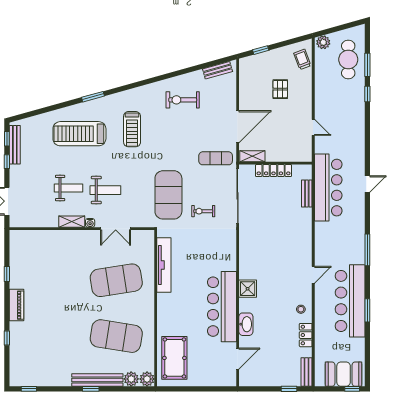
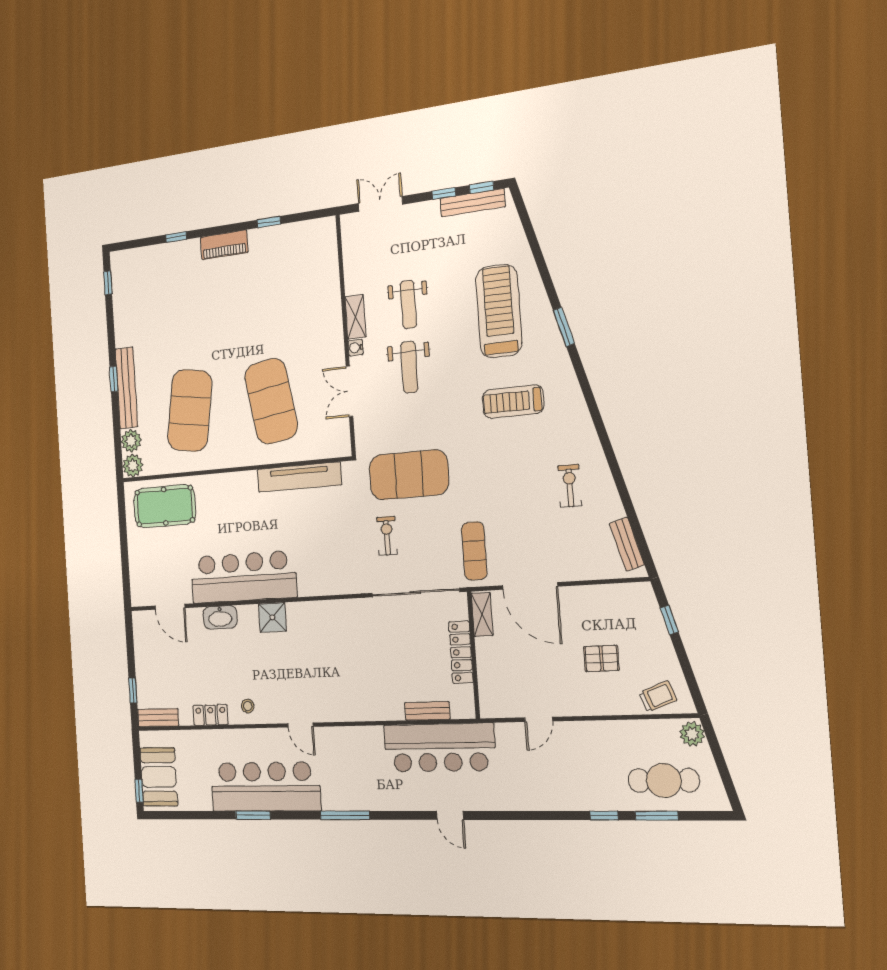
exercise bike: (183, 100) -> (570, 486), width x0.73, depth x0.72

